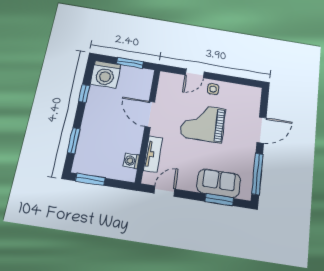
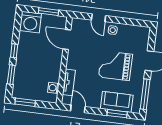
door: (195, 73) -> (98, 18), hinge flipped
window: (84, 93) -> (14, 51), moved
door: (150, 114) -> (67, 39), moved
grand piano: (203, 123) -> (115, 66), moved
door: (164, 191) -> (78, 109), hinge flipped

